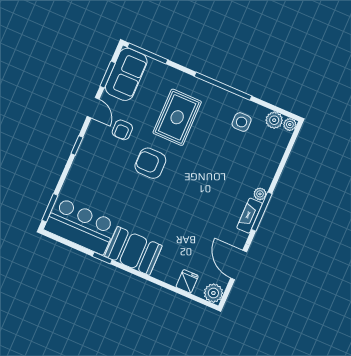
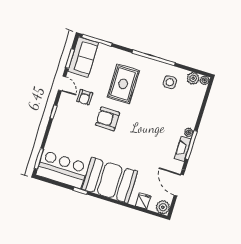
booth: (133, 251) -> (110, 180), width x1.36, depth x1.42

